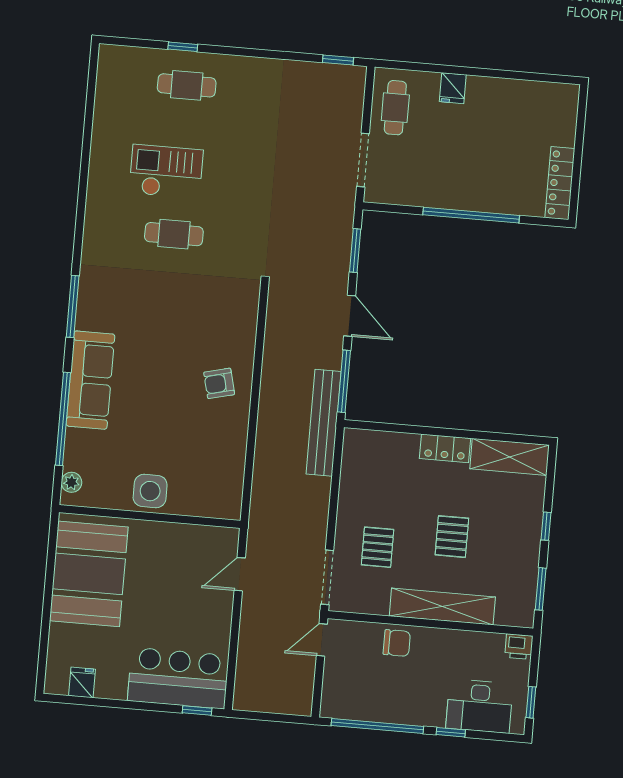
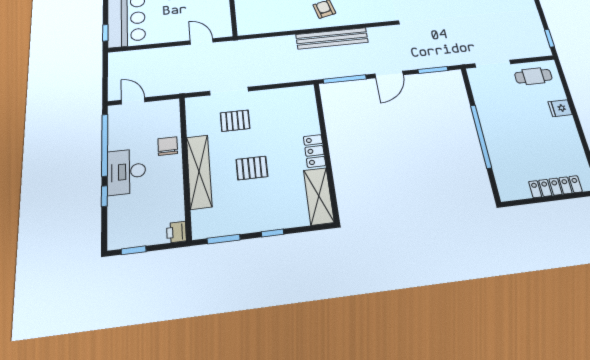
locker: (560, 183) -> (555, 187), moved
bench: (324, 423) -> (332, 38), moved
doorway: (327, 577) -> (229, 91), moved
door: (322, 640) -> (133, 101), moved
chair: (397, 643) -> (168, 146), turned 180
desk: (479, 706) -> (126, 172), moved

